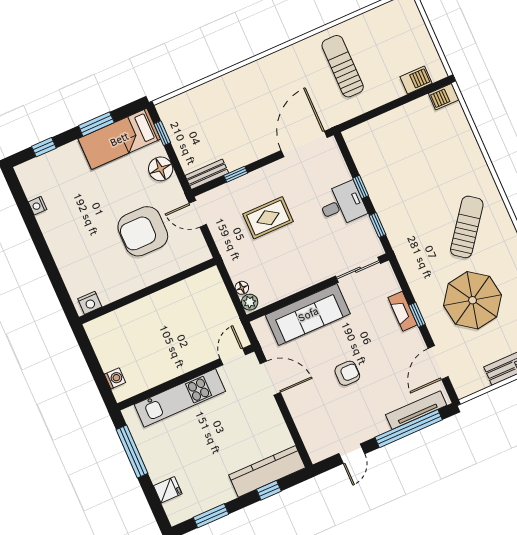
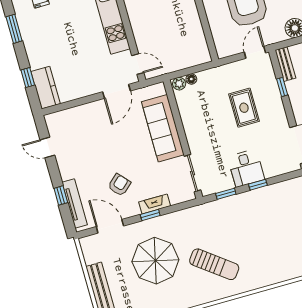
armchair: (347, 373) -> (119, 185), moved, turned -132
window: (409, 429) -> (61, 195), width x0.32
kitchen counter: (267, 471) -> (46, 88), width x0.67

